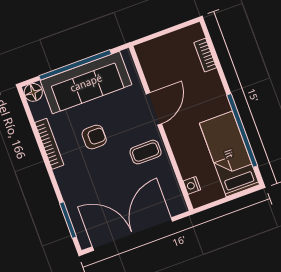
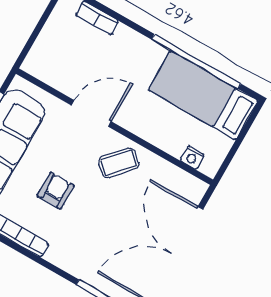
door: (154, 109) -> (91, 113), hinge flipped
coffee table: (146, 152) -> (119, 163), turned 42

